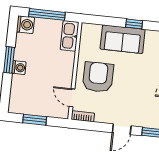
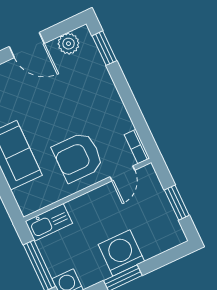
washing machine: (19, 68) -> (121, 253), width x1.89, depth x1.89
door: (122, 129) -> (124, 90), removed

